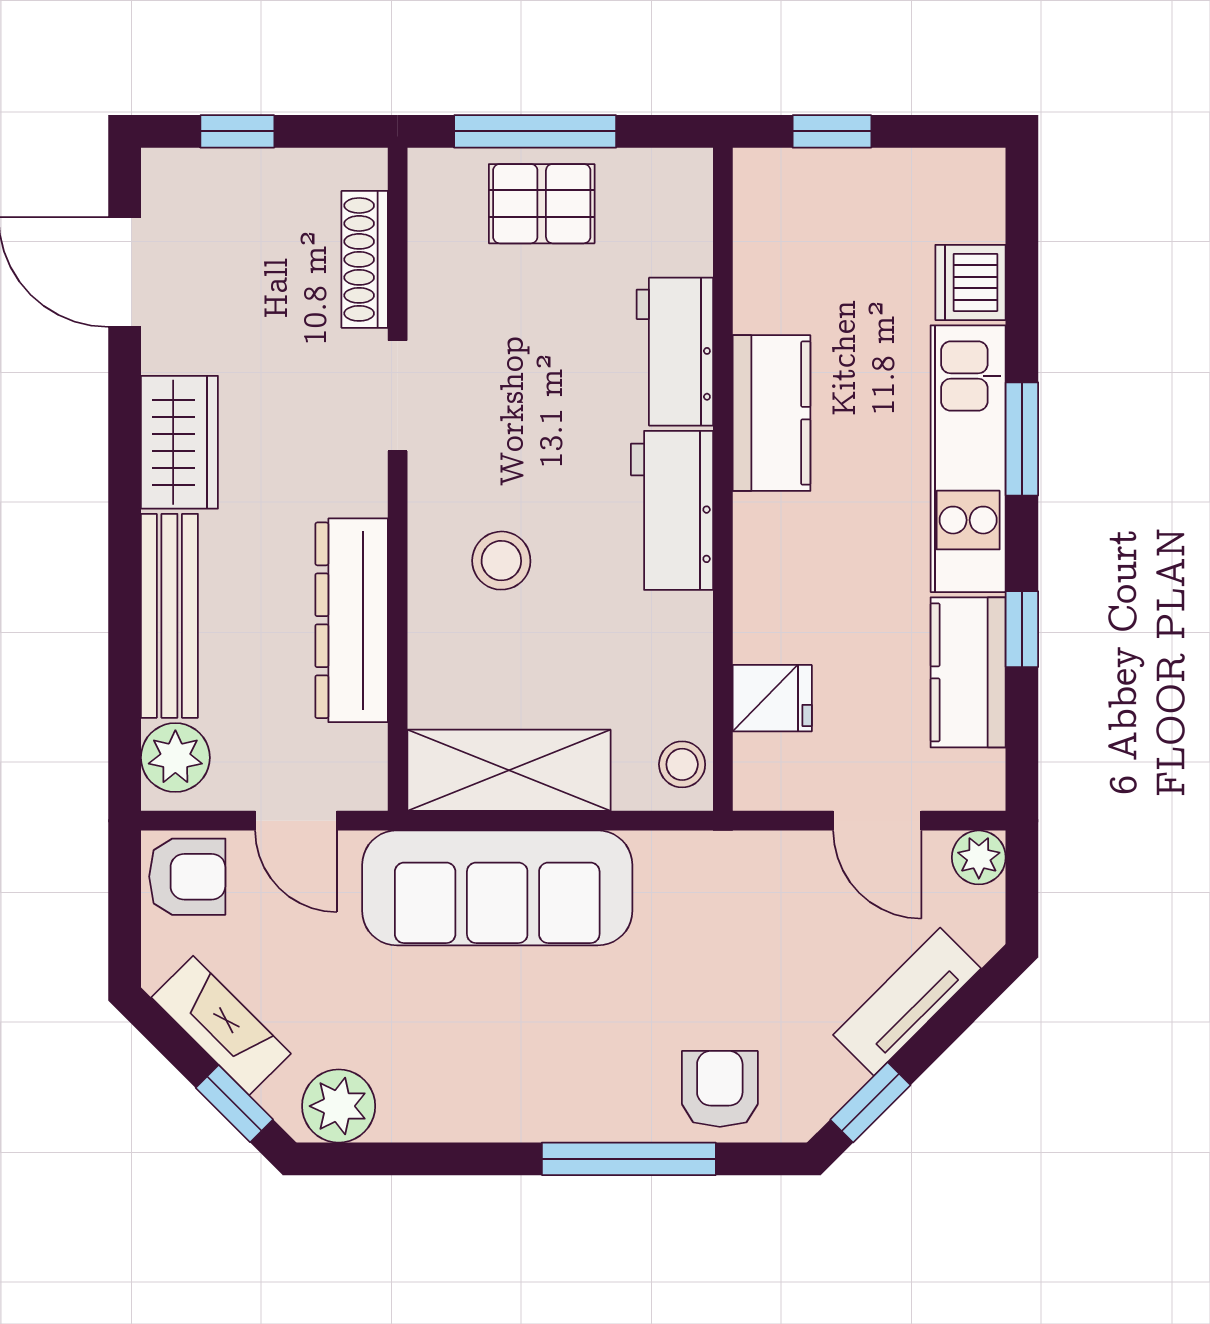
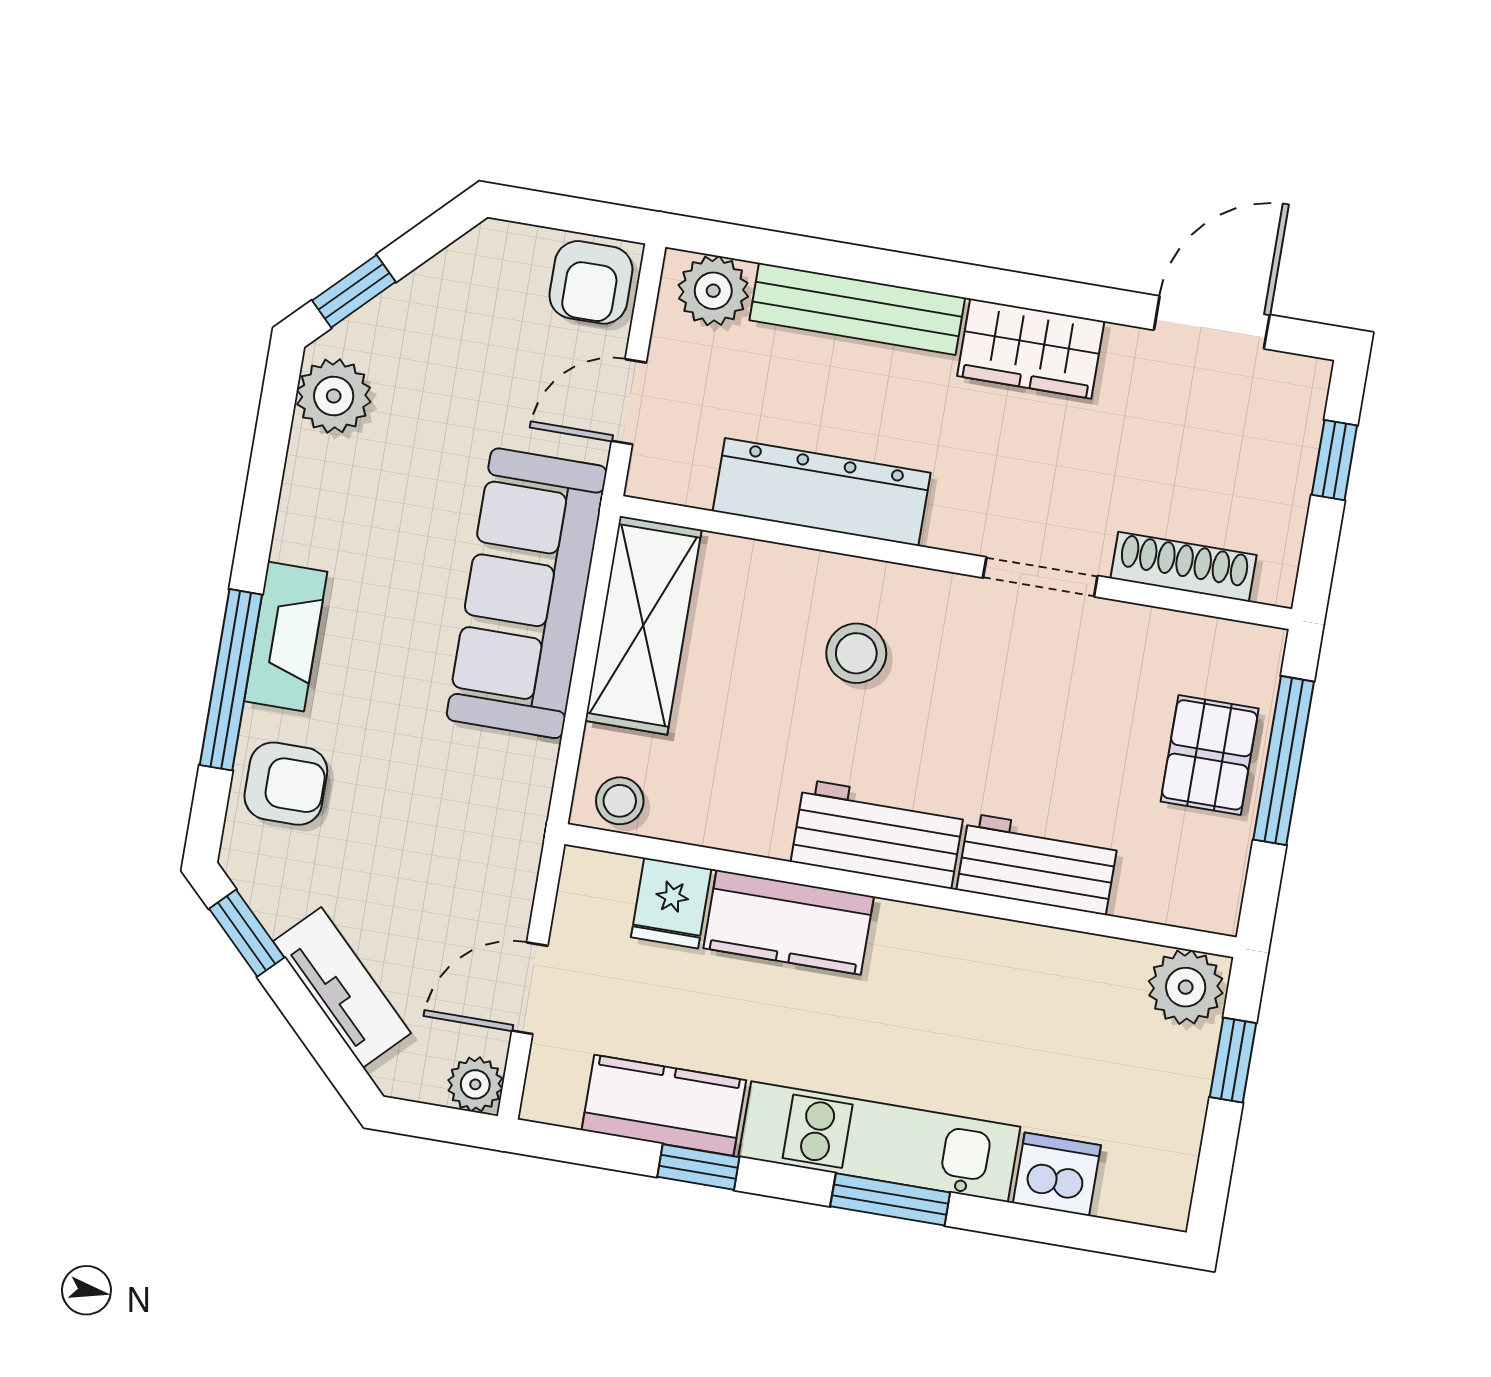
plant: (769, 189) -> (1186, 987), added
kitchen counter: (772, 413) -> (789, 922), moved
fireplace: (221, 1025) -> (286, 636), moved, turned -45

